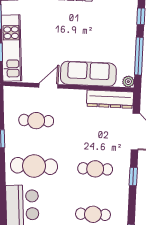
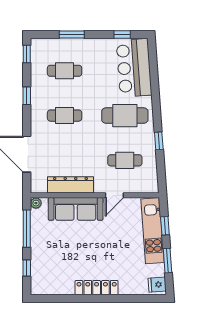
dresser: (110, 99) -> (70, 185), moved
window: (133, 177) -> (27, 96), moved

